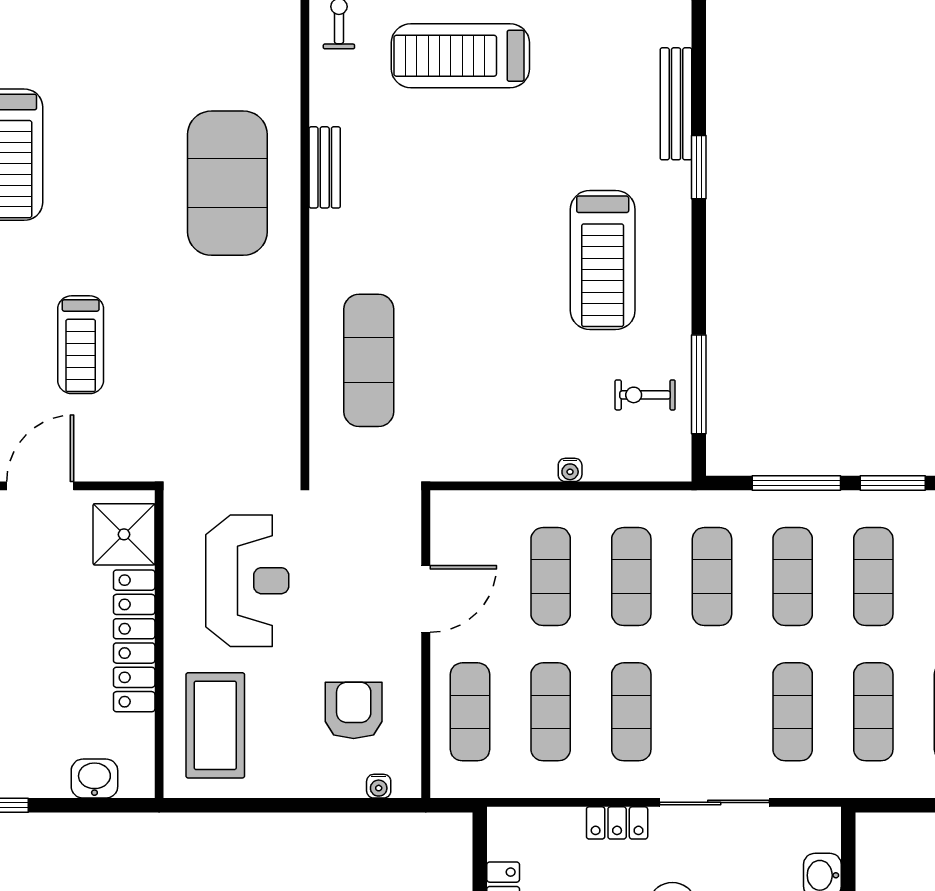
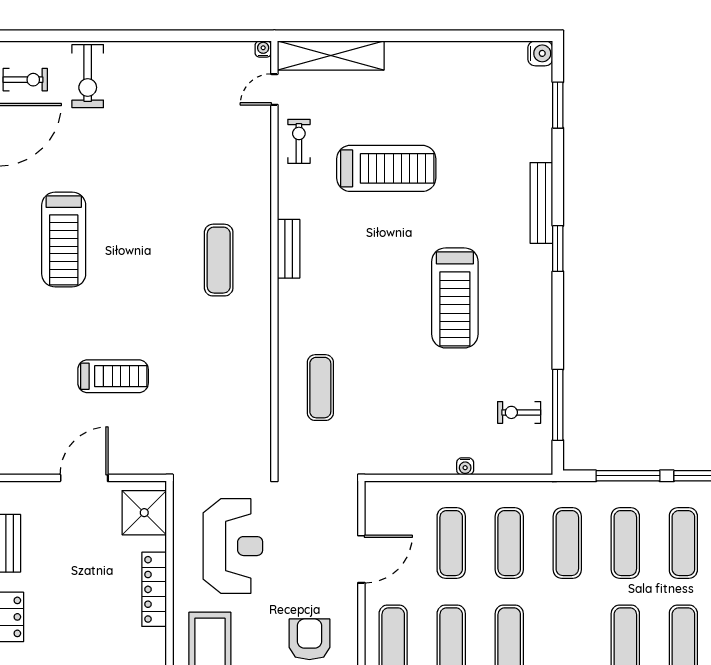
treadmill: (460, 56) -> (386, 168), turned 180
exercise mat: (227, 183) -> (219, 260), width x0.50, depth x0.69
treadmill: (603, 260) -> (455, 298), moved
treadmill: (81, 345) -> (113, 376), turned -90
exercise mat: (369, 360) -> (320, 388), width x0.73, depth x0.69
locker: (134, 641) -> (154, 589), width x0.71, depth x0.83

